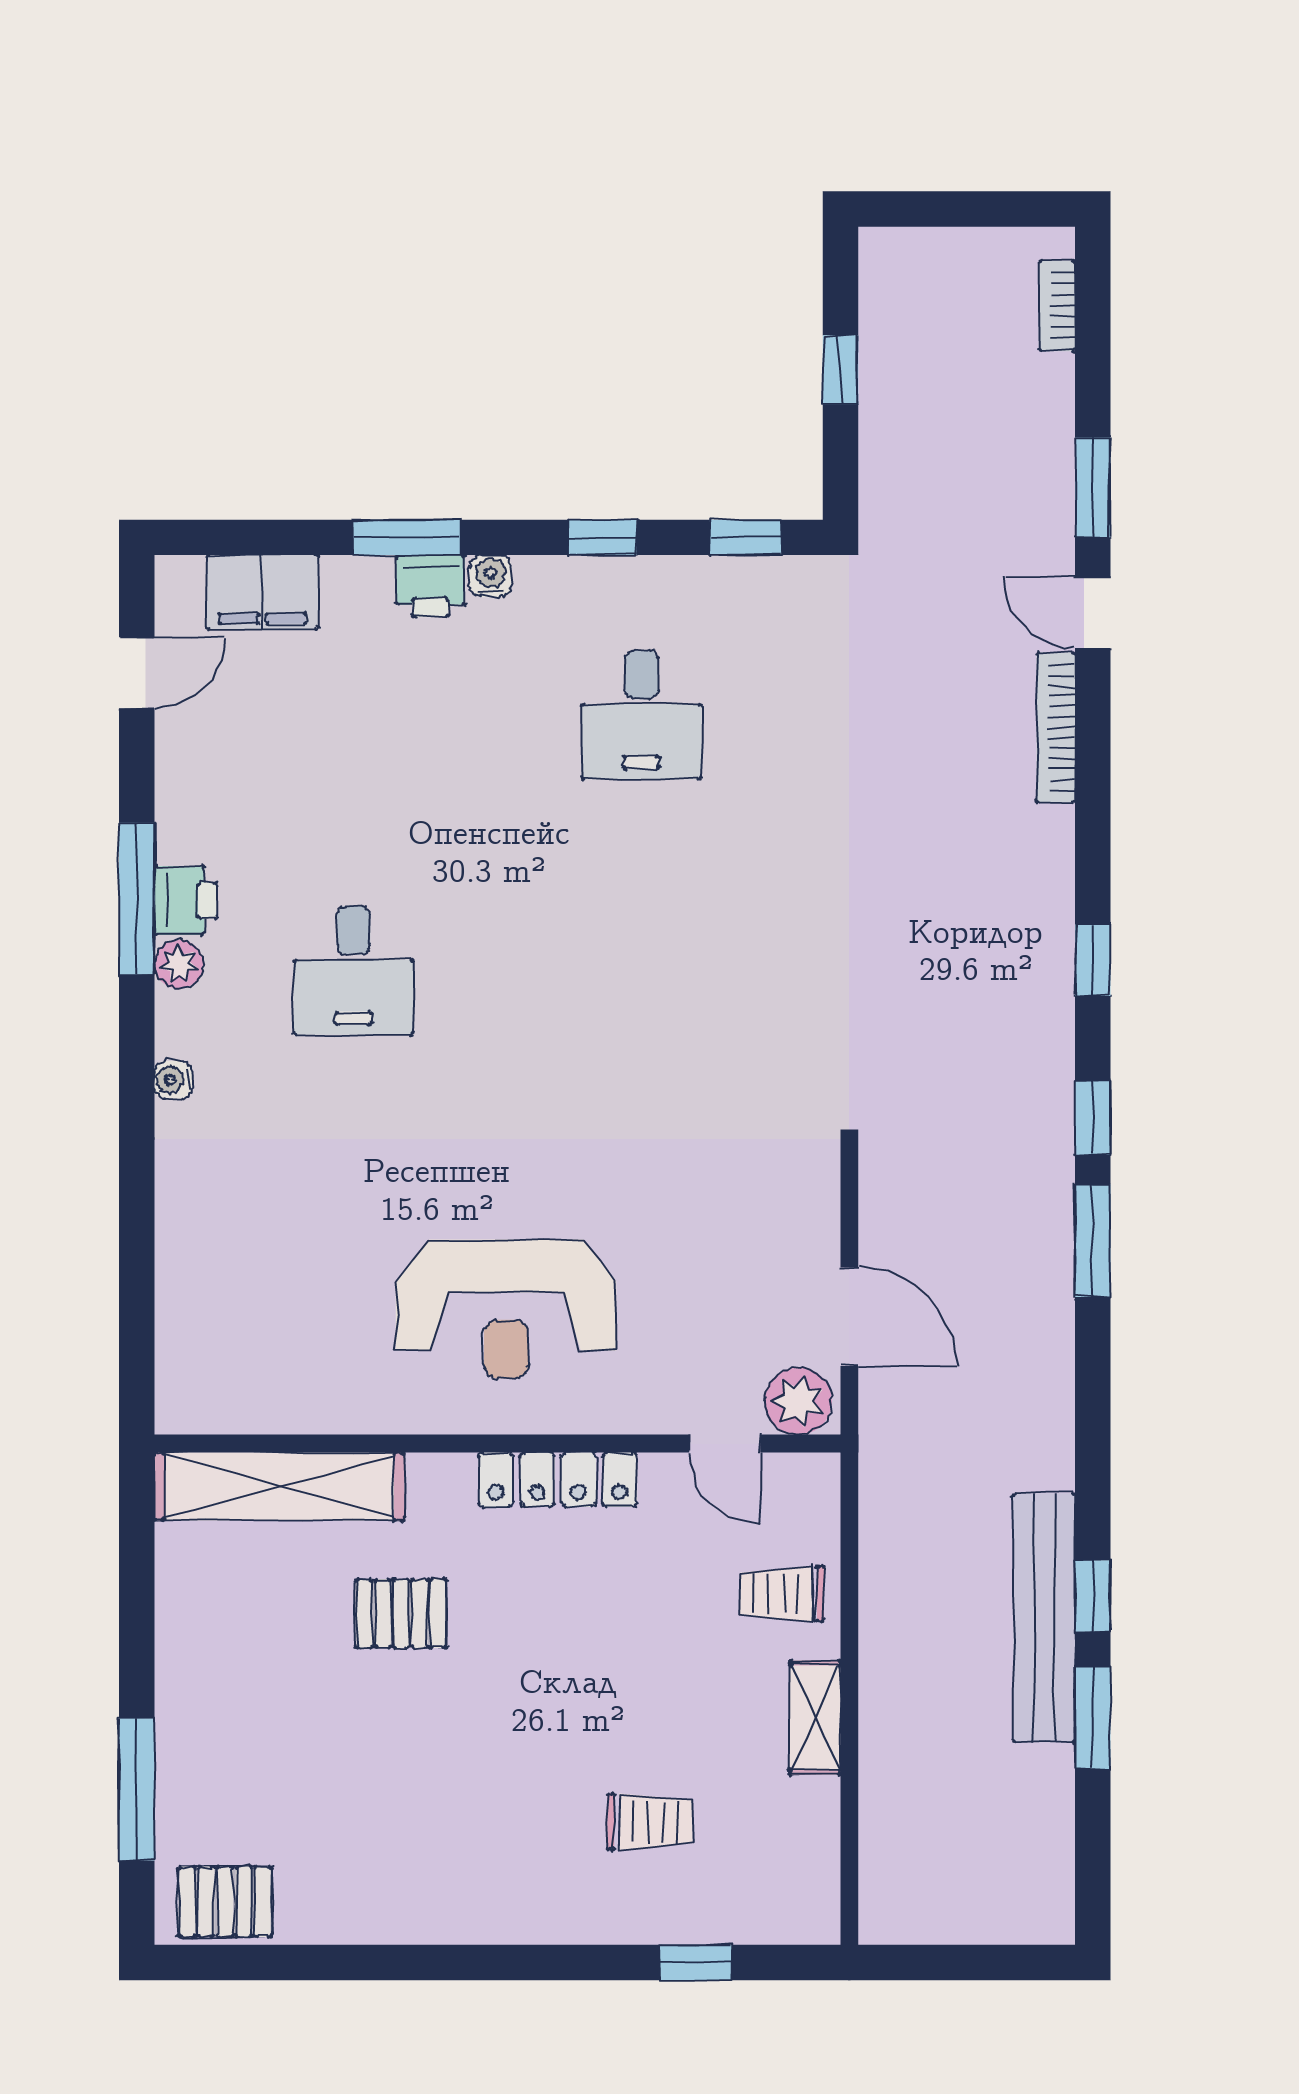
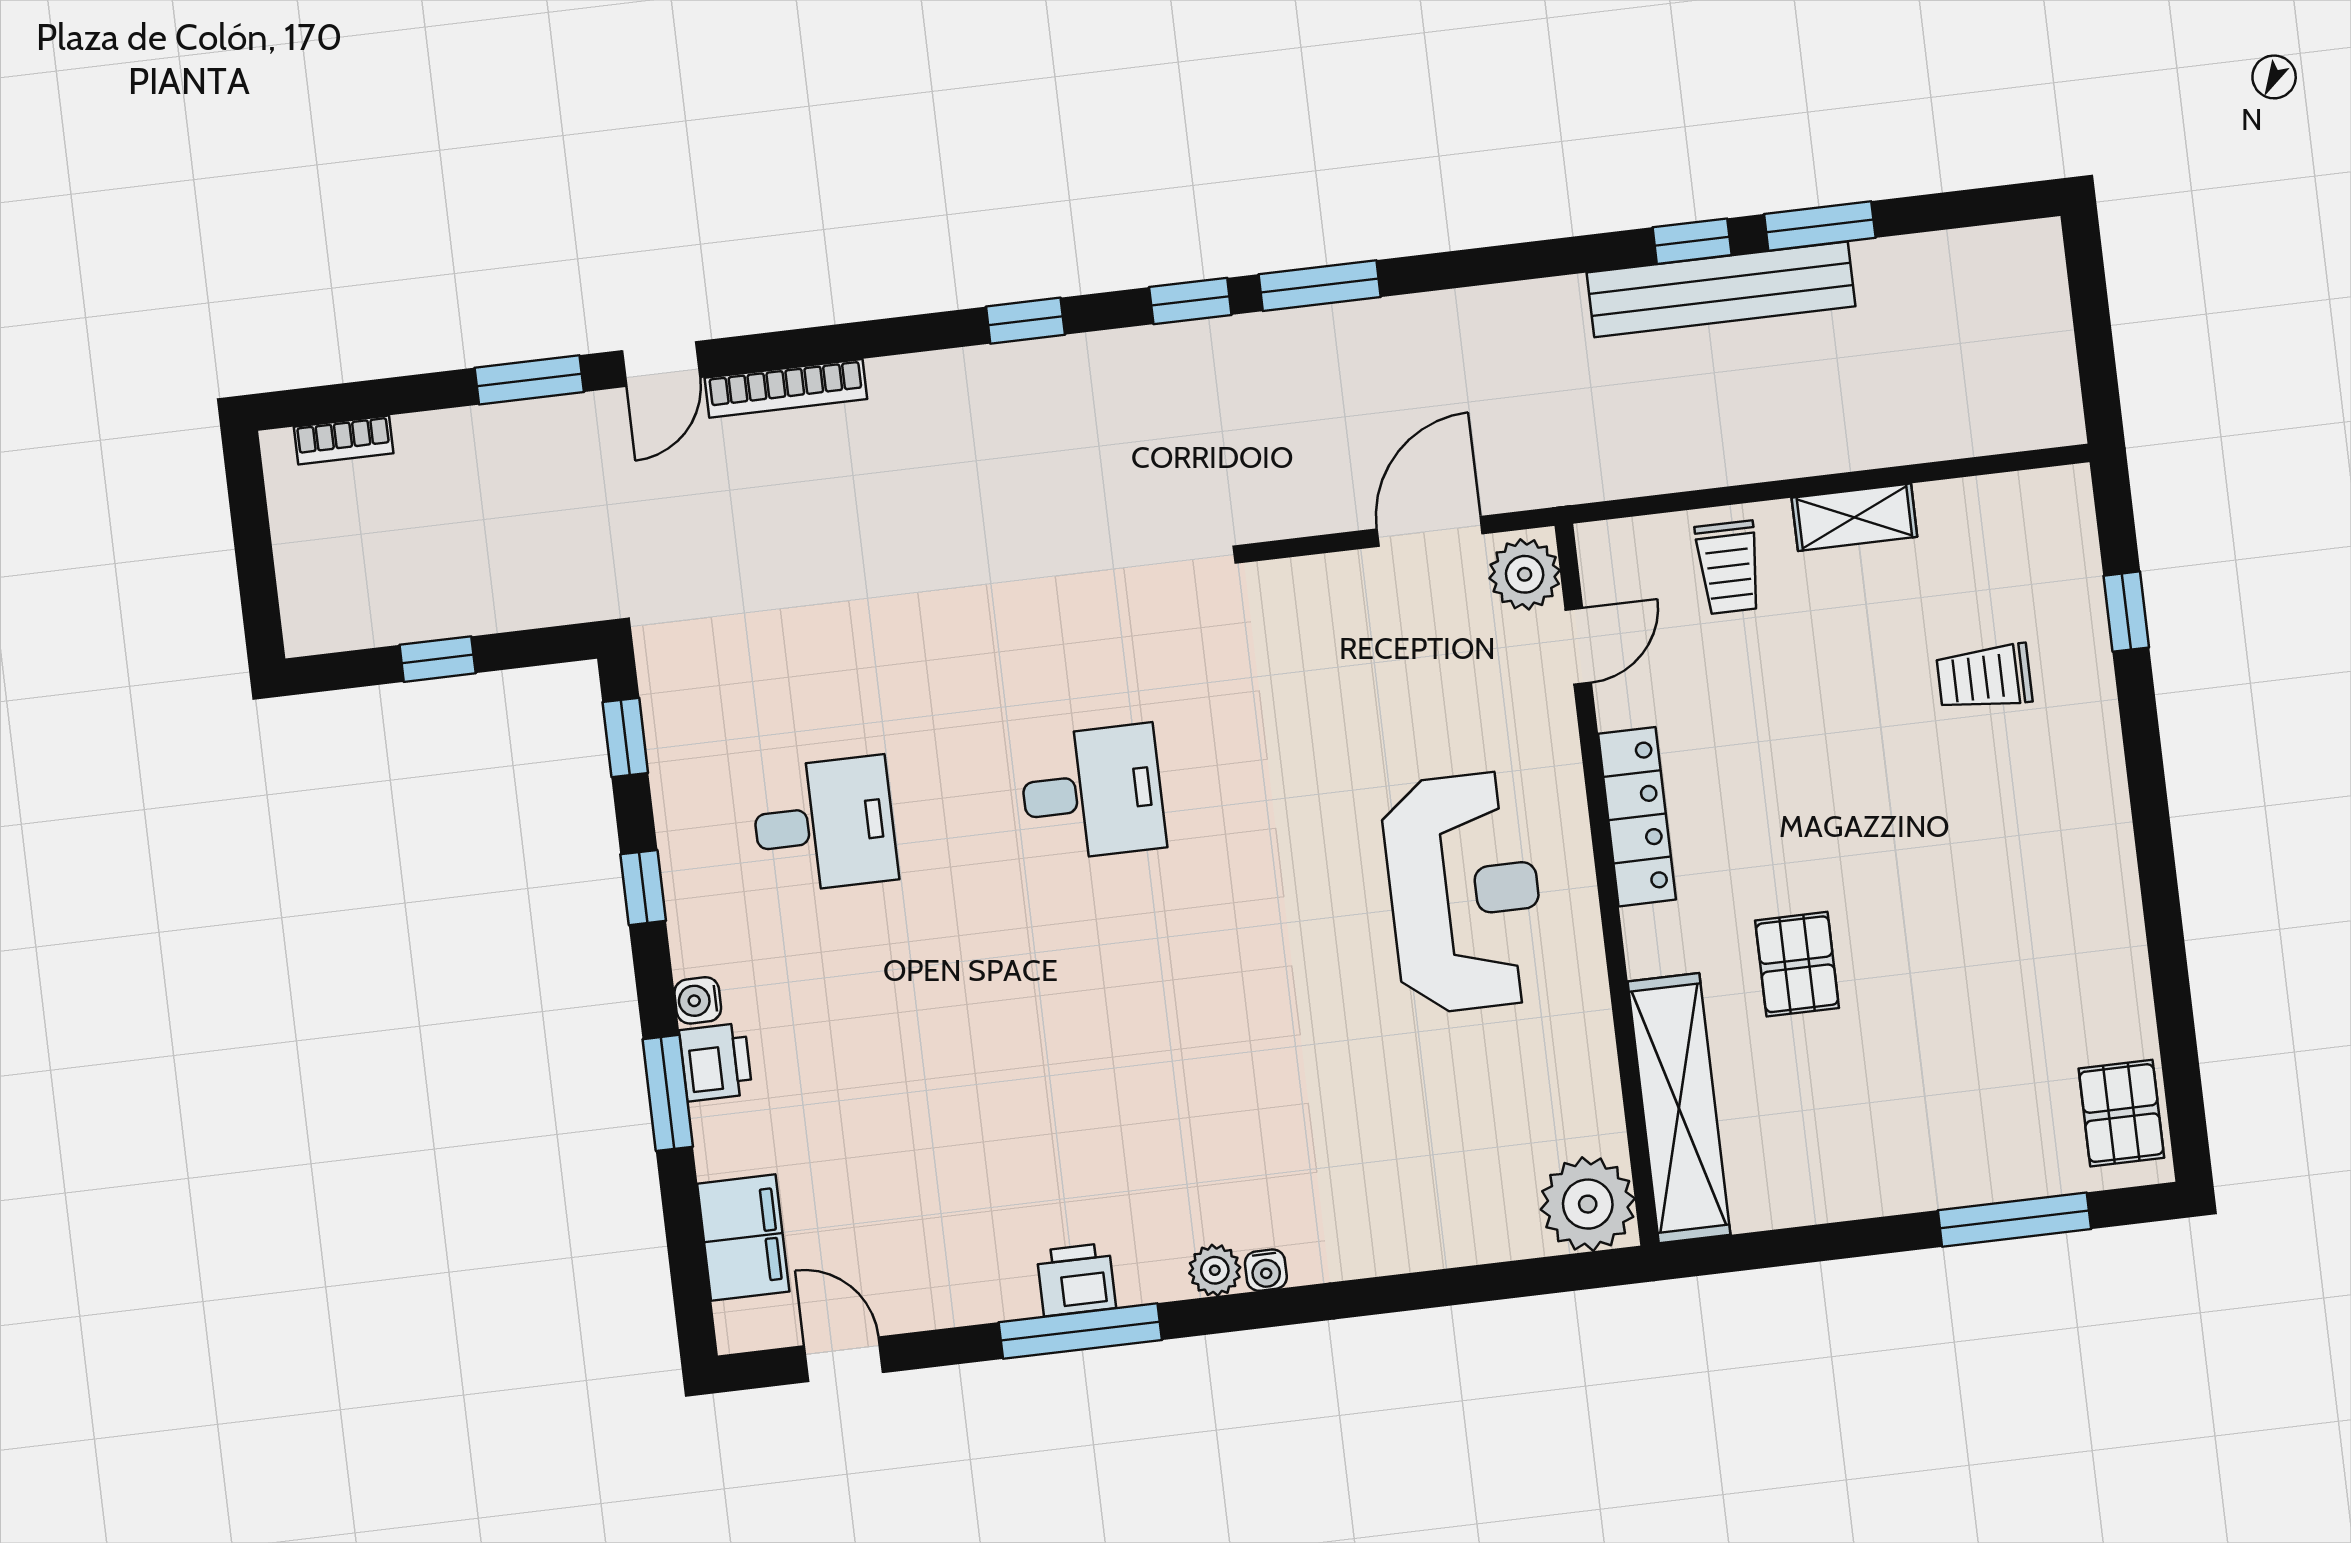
plant: (179, 964) -> (1215, 1270), moved
desk: (353, 970) -> (1092, 793), moved
plant: (199, 1390) -> (1588, 1204), added
trolley: (650, 1822) -> (1984, 677), turned -90

